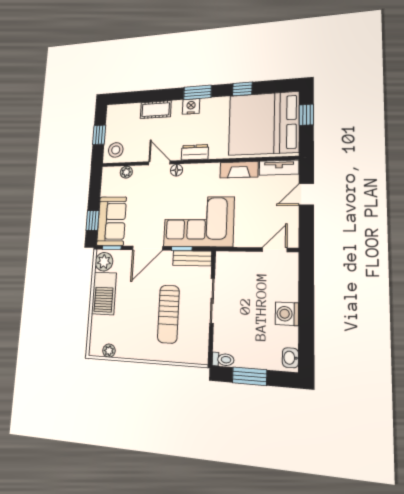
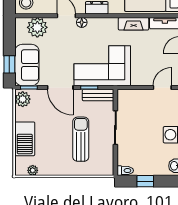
plant: (126, 172) -> (37, 27), width x1.88, depth x1.88
door: (147, 248) -> (60, 87), hinge flipped
barbecue: (104, 293) -> (25, 139), moved
sun lounger: (168, 314) -> (81, 139), turned 180
window: (250, 376) -> (145, 181), width x0.67

